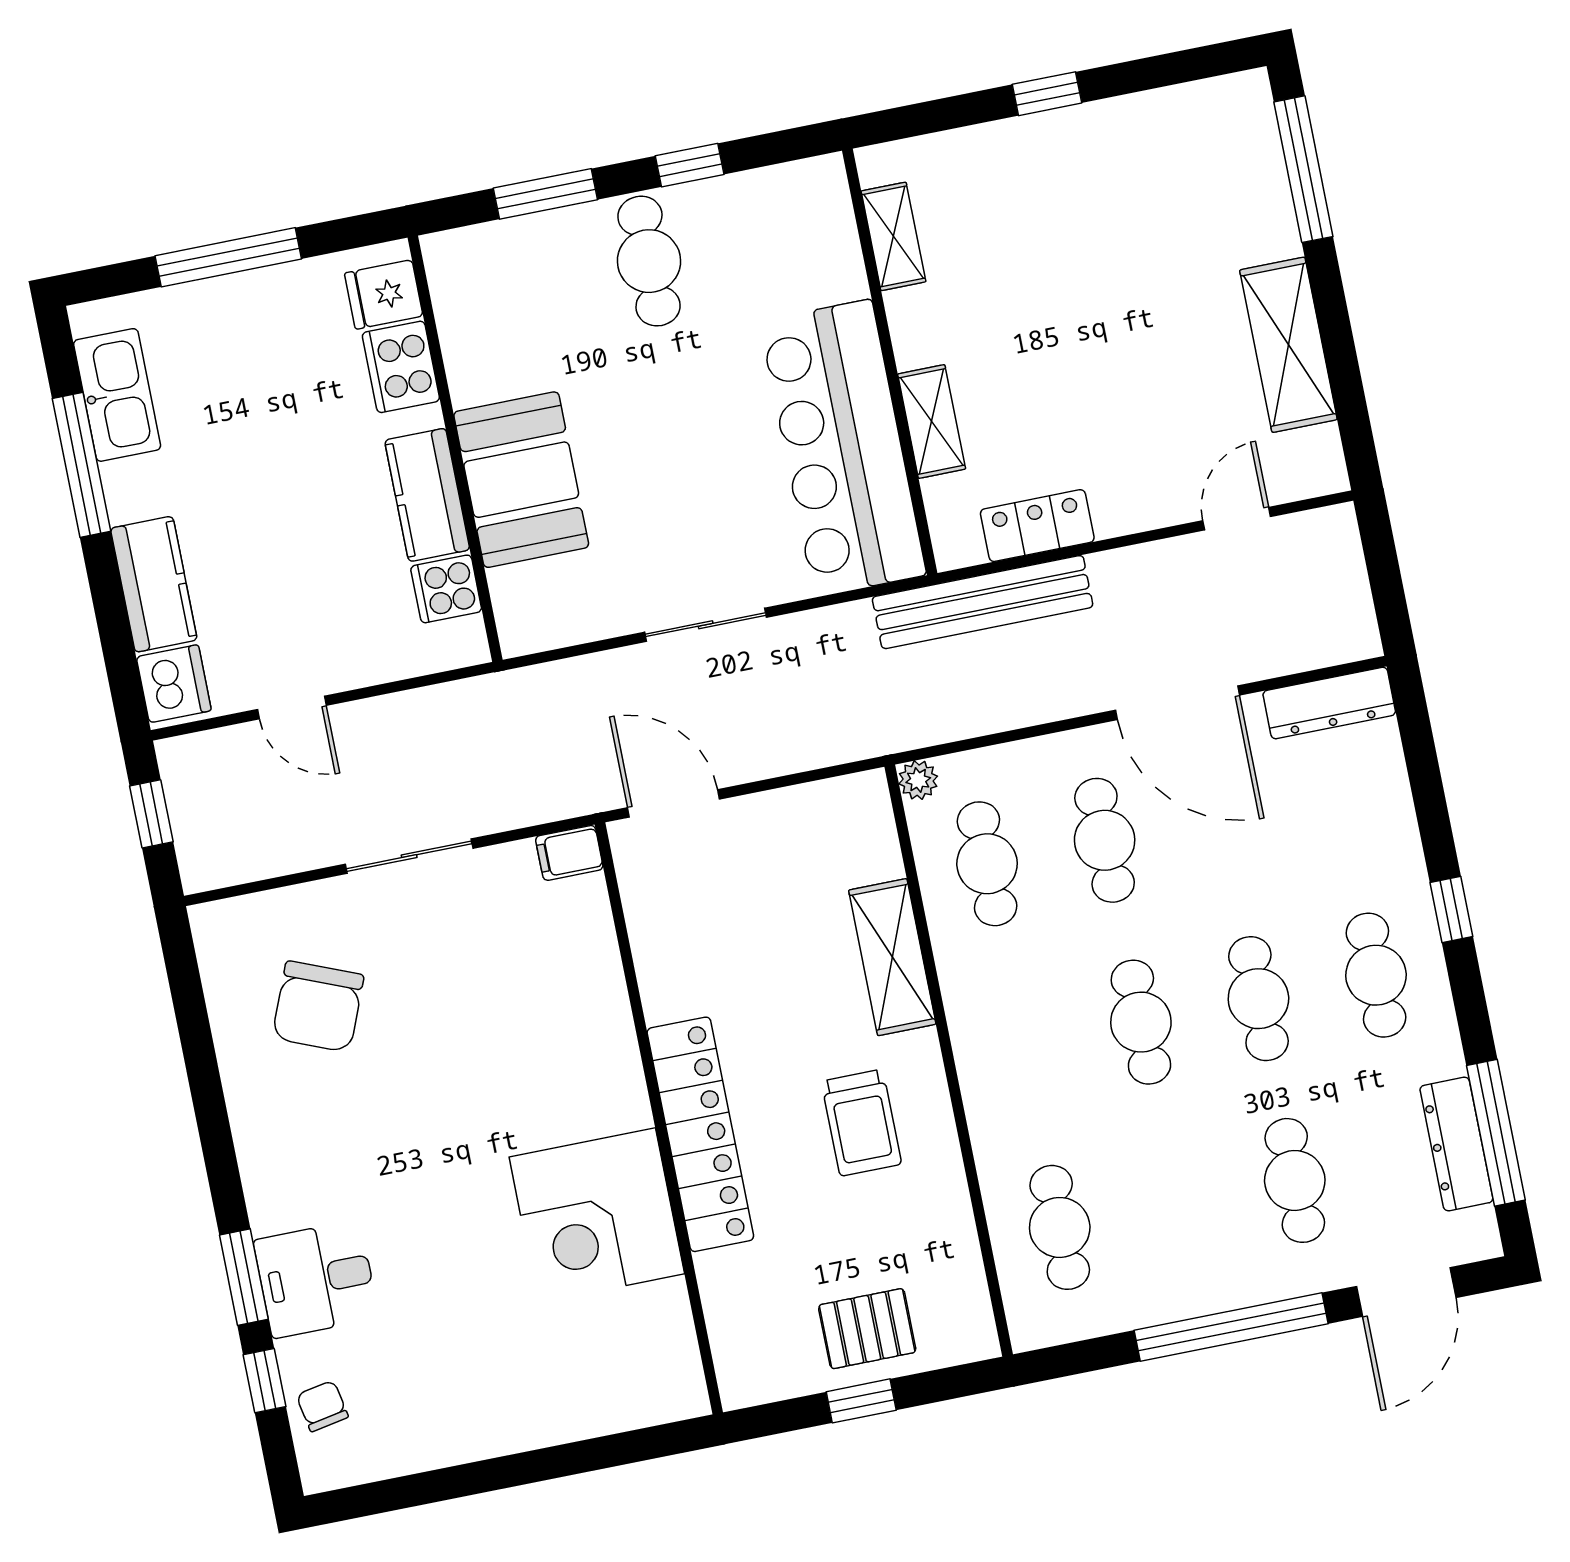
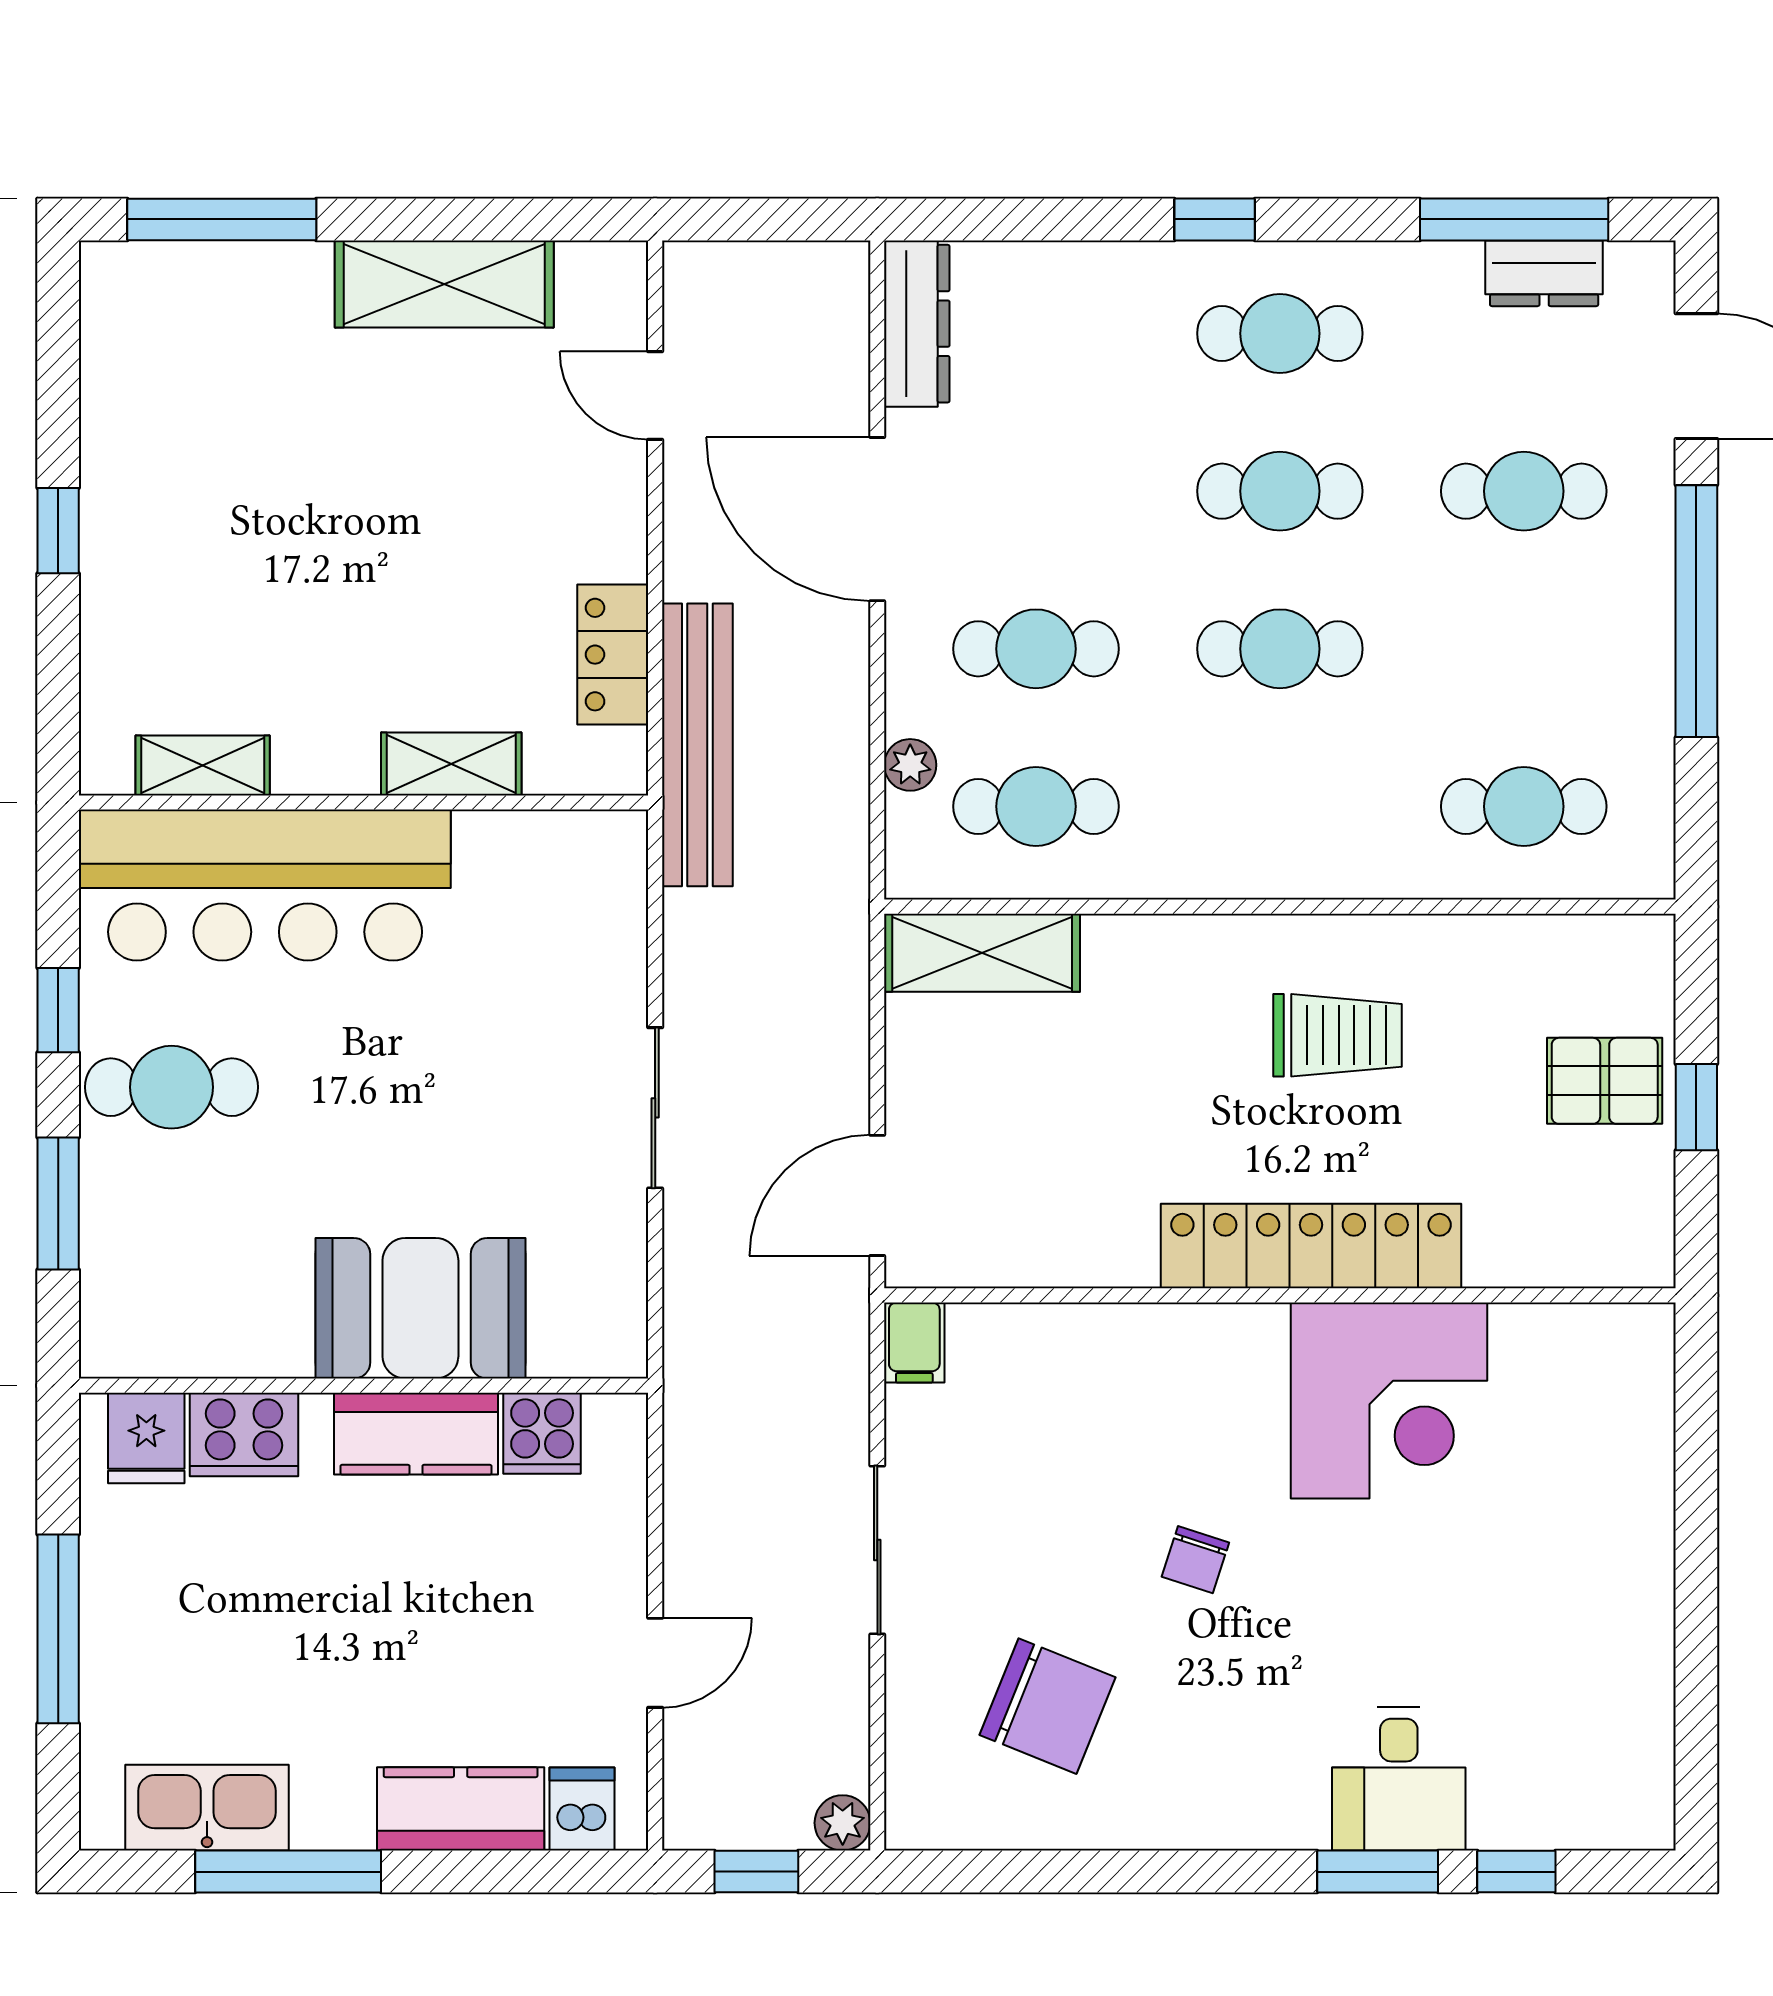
bar counter: (843, 448) -> (265, 885), moved
dishwasher: (174, 684) -> (582, 1809), width x0.73
door: (1178, 703) -> (877, 519), swing flipped
plant: (918, 780) -> (910, 765), moved
plant: (200, 871) -> (843, 1823), added
shelving: (892, 957) -> (982, 953), moved
dresser: (1456, 1144) -> (1544, 273), width x0.70
pallet: (867, 1329) -> (1605, 1081), turned 90
chair: (322, 1406) -> (1195, 1560), moved, turned -61

